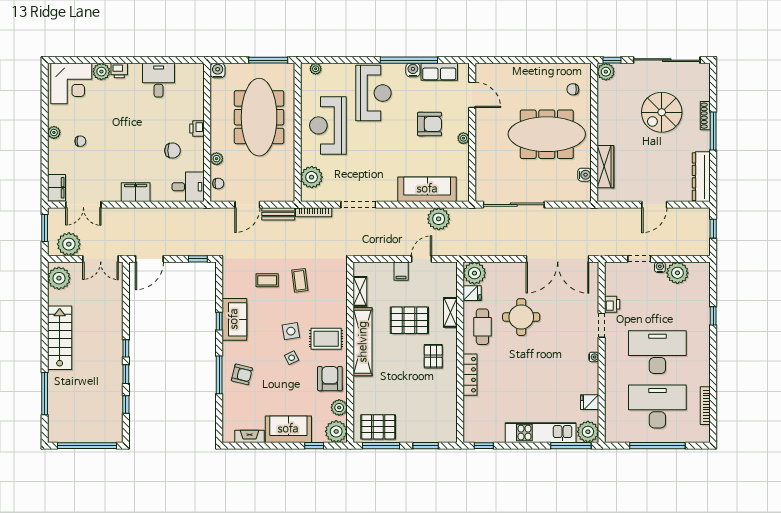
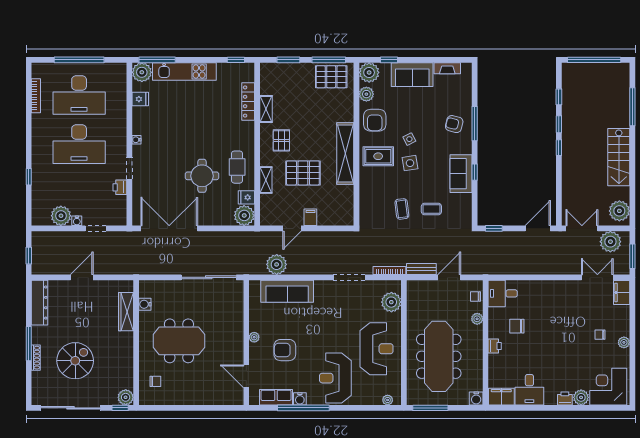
meeting table: (547, 134) -> (179, 341), width x0.73
filing cabinet: (136, 192) -> (501, 397), moved, turned 180
shelving: (360, 291) -> (266, 109), moved
locker: (470, 375) -> (248, 102), moved

